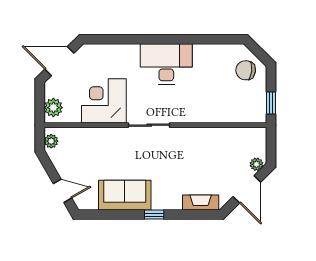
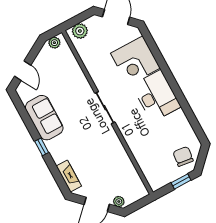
corner desk: (104, 101) -> (135, 61), moved, turned 180
window: (271, 103) -> (181, 181), moved

